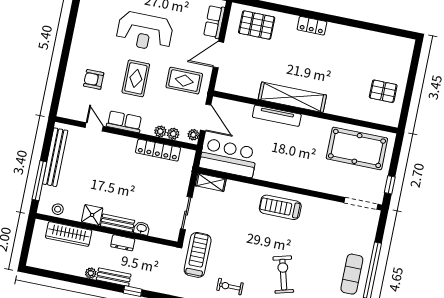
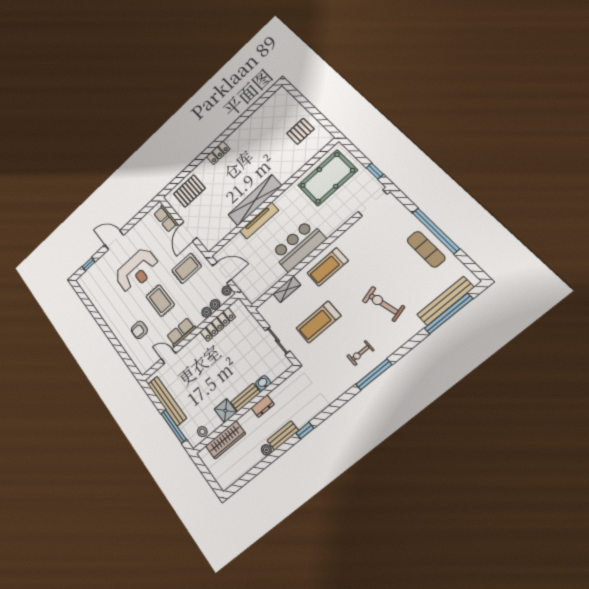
bar counter: (228, 158) -> (298, 246), moved
shelving: (211, 182) -> (287, 289), moved
treadmill: (198, 255) -> (318, 322), moved, turned -90

